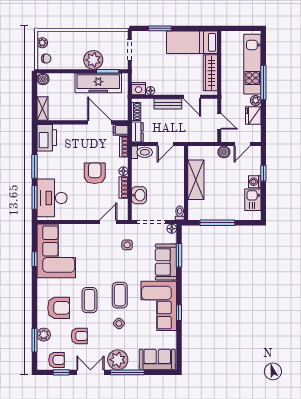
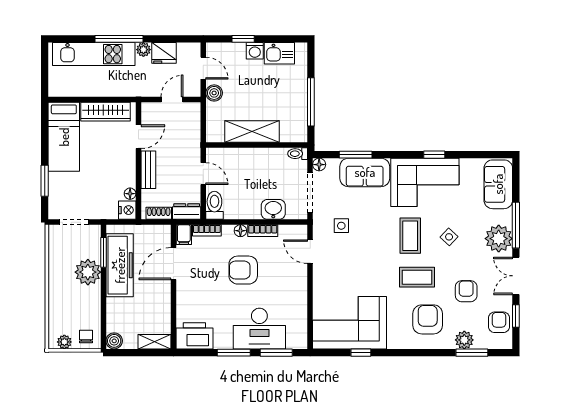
desk: (52, 198) -> (259, 329), moved
coffee table: (120, 295) -> (410, 236), turned 90

